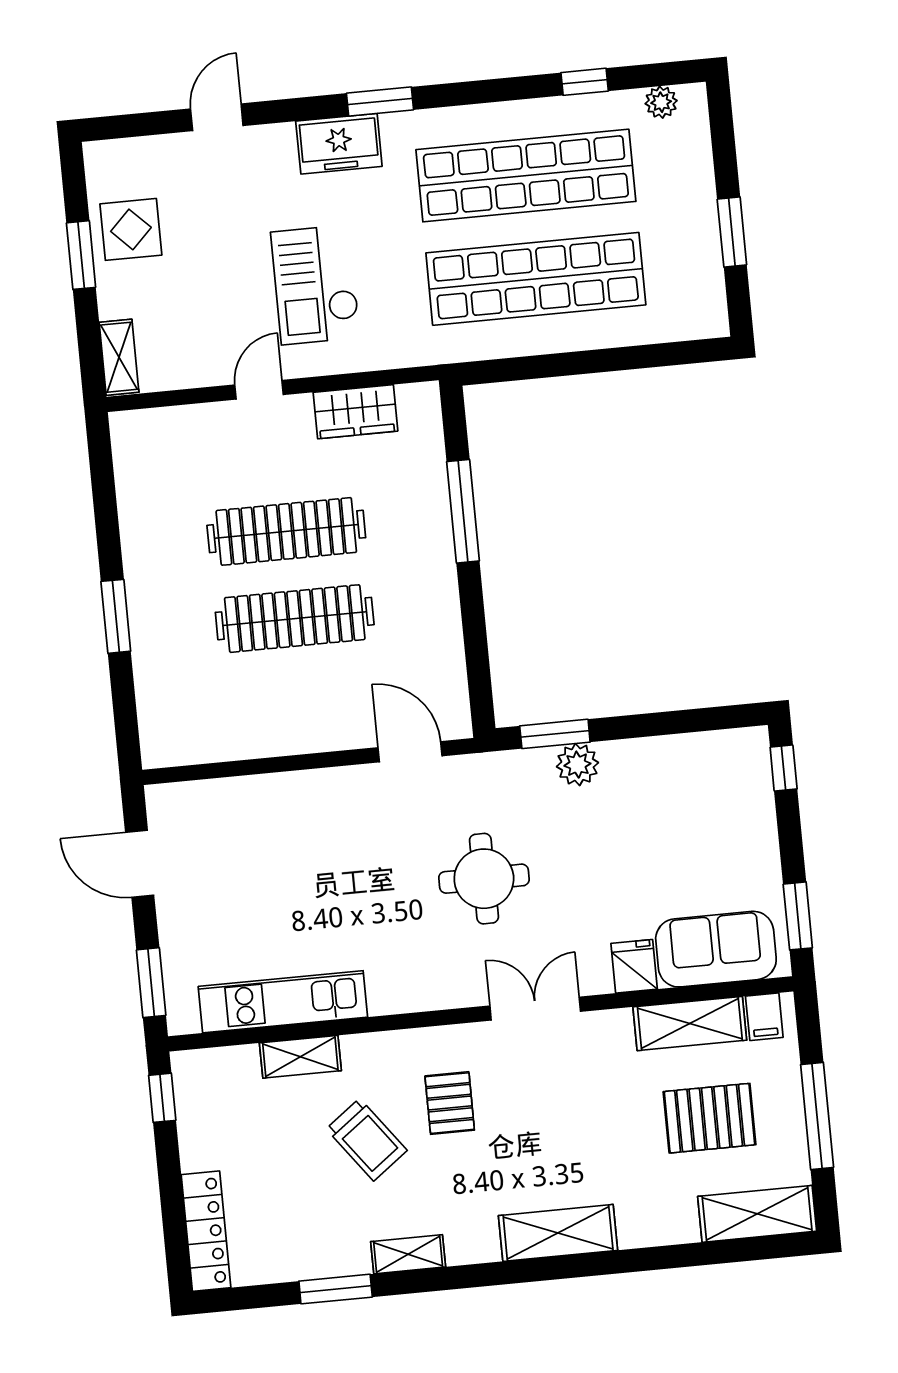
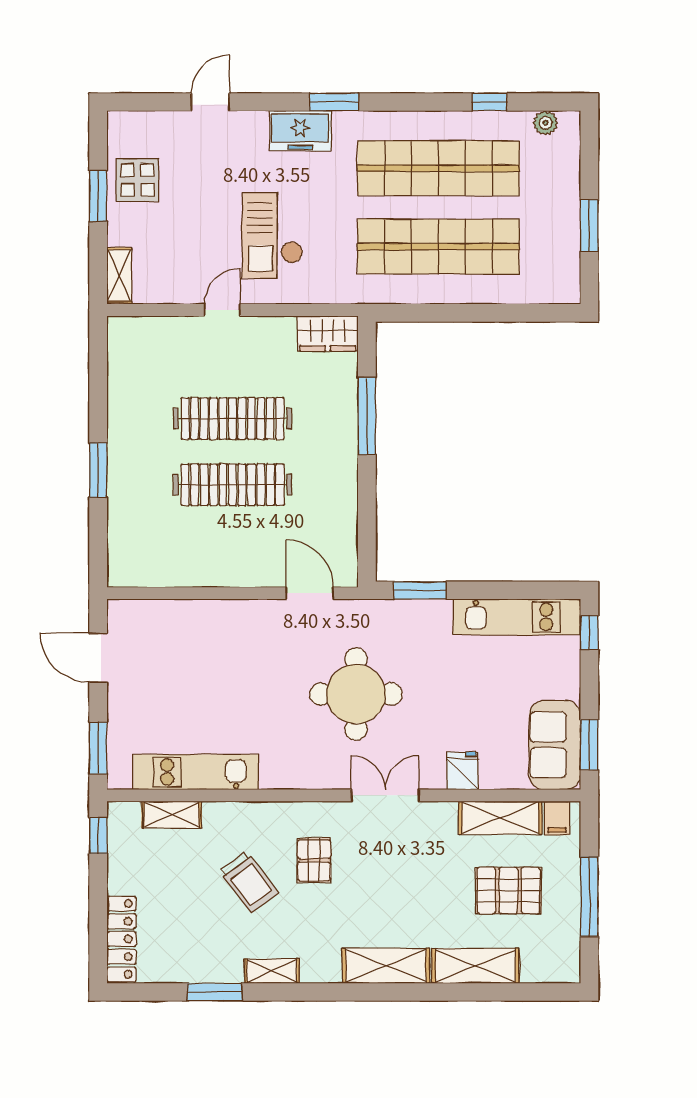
wardrobe: (355, 412) -> (328, 333), moved
kitchen unit: (686, 757) -> (517, 617), added
plant: (577, 765) -> (435, 615), removed
round table: (484, 879) -> (356, 694), width x1.36, depth x1.36
sofa: (716, 949) -> (555, 745), moved, turned -90
shelving: (300, 1057) -> (171, 815), moved
shelving: (757, 1214) -> (475, 966), moved

